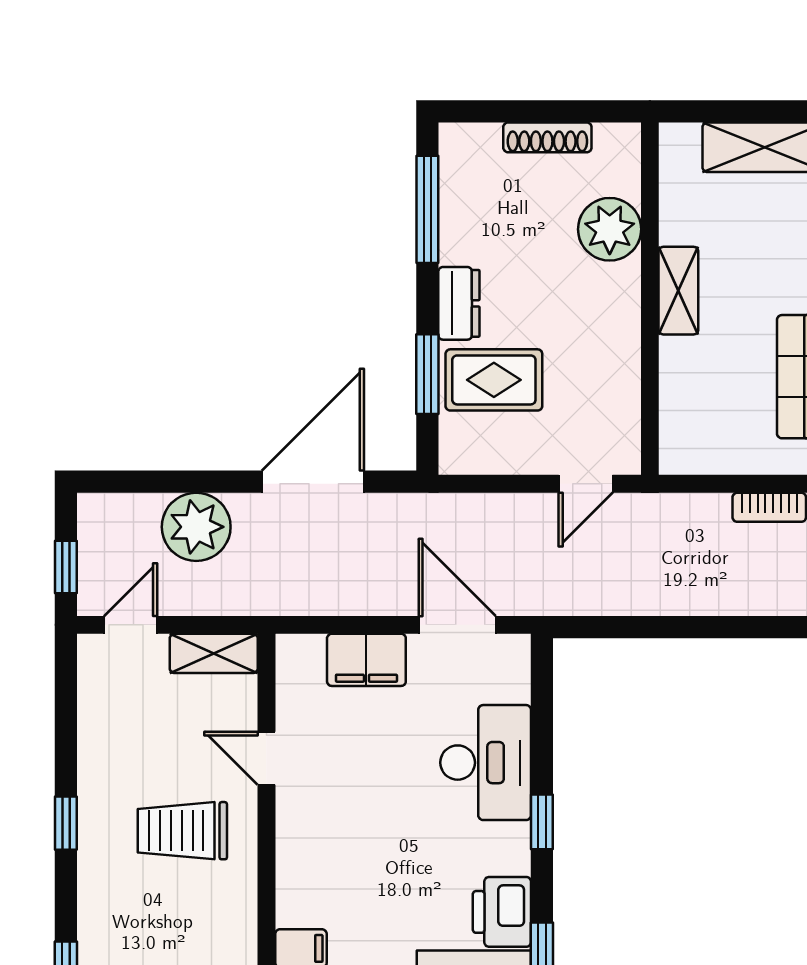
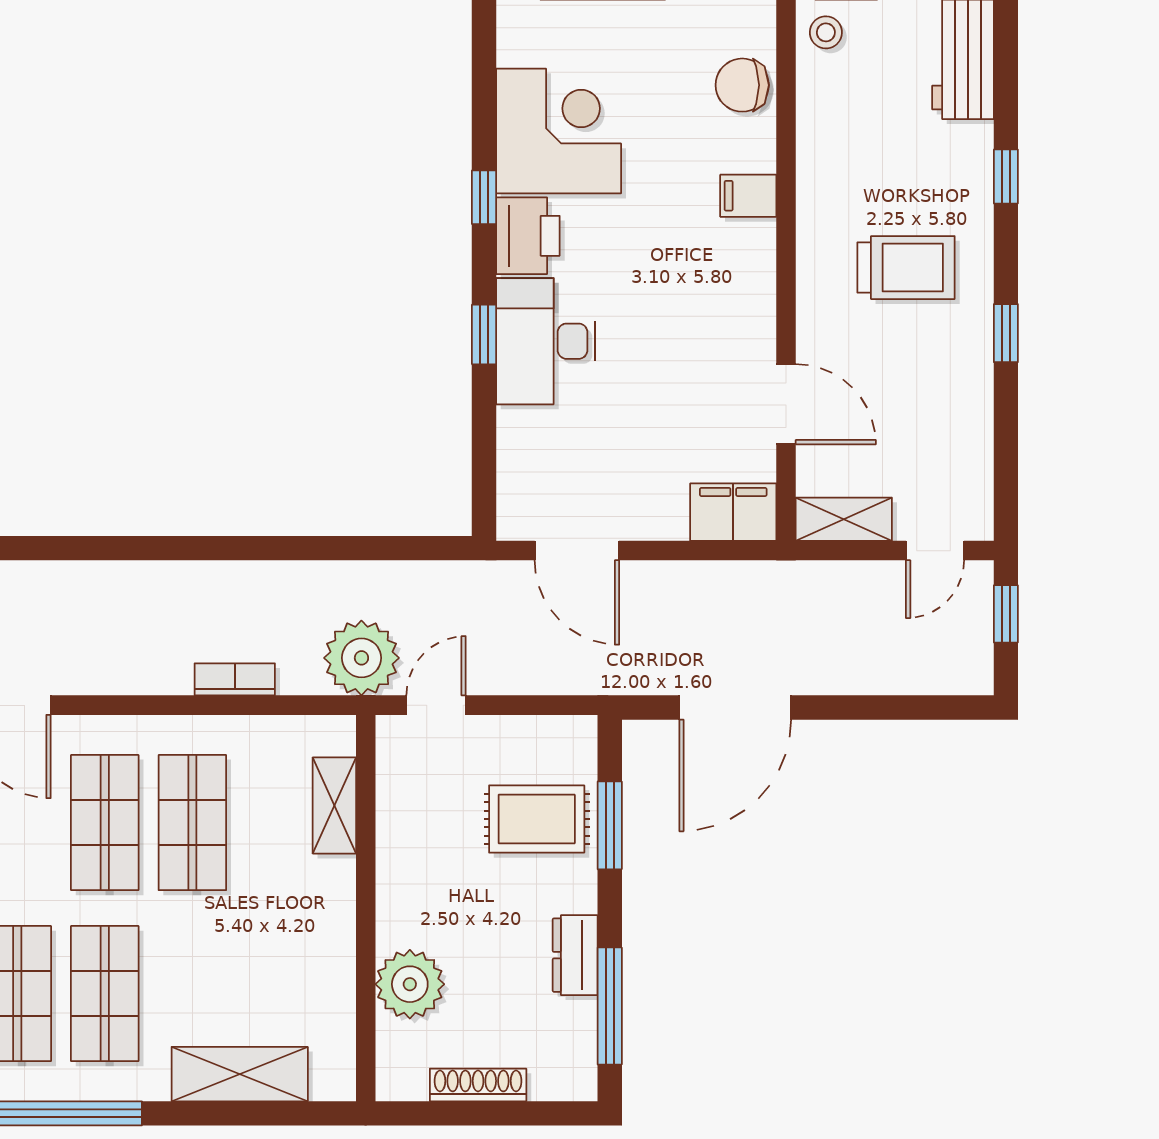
shelving: (678, 291) -> (334, 805), moved
dresser: (459, 303) -> (575, 955), moved
plant: (196, 527) -> (361, 658), moved
filing cabinet: (366, 660) -> (733, 512), moved
door: (266, 758) -> (786, 404), width x1.38
desk: (486, 763) -> (546, 341), moved
trolley: (182, 831) -> (906, 268), moved

